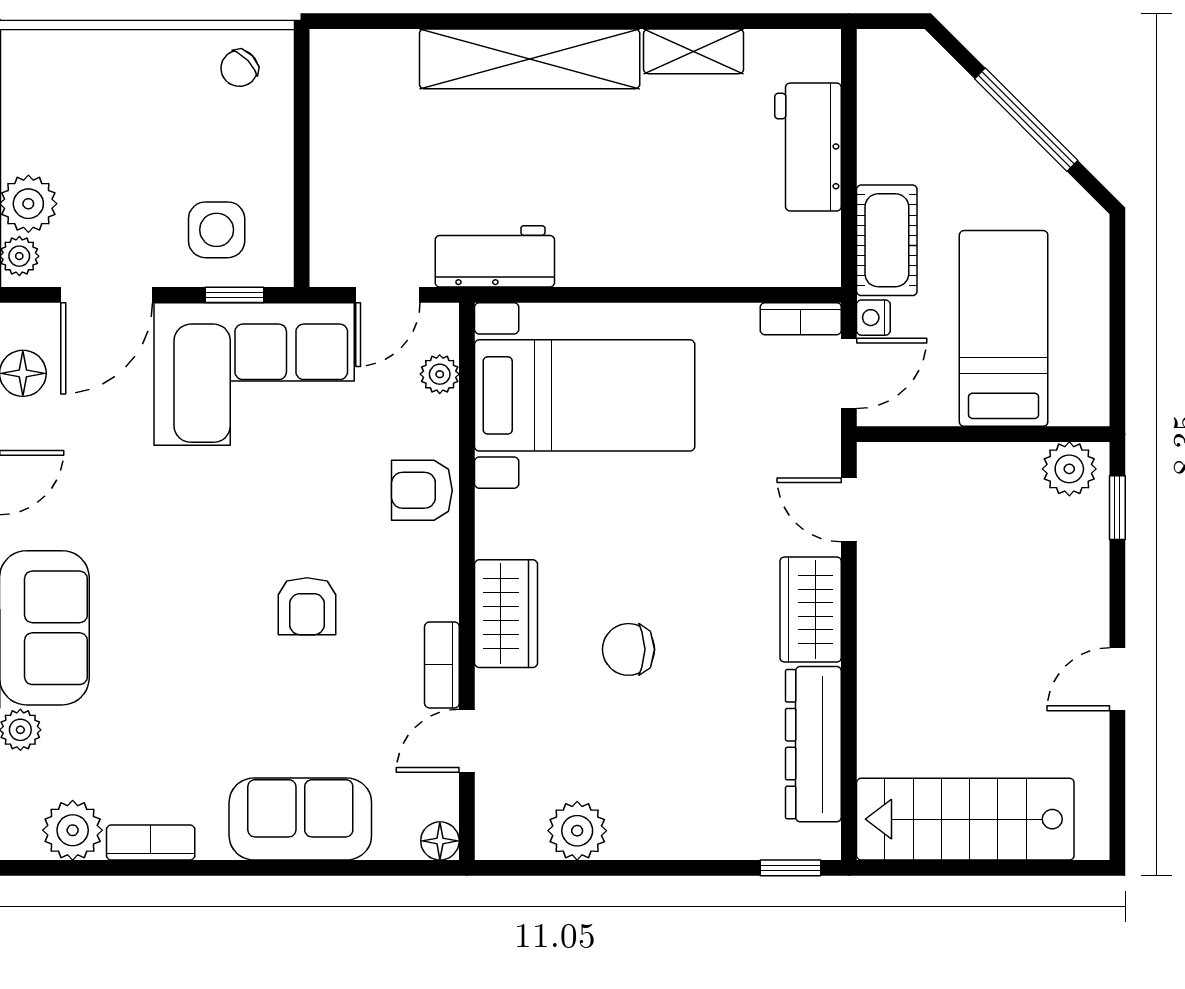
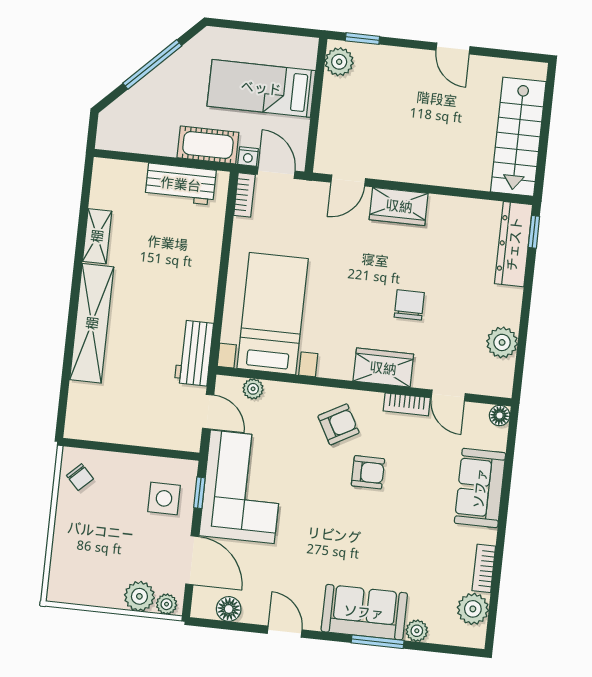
workbench: (808, 147) -> (181, 184), moved
armchair: (422, 490) -> (339, 424), moved, turned -119
chair: (628, 649) -> (409, 305), turned 180
dresser: (813, 744) -> (514, 244), moved, turned 90

